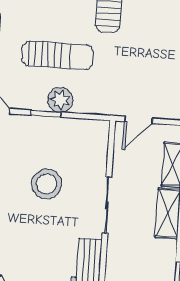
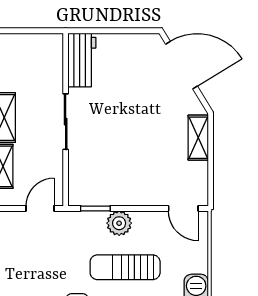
window: (46, 114) -> (95, 208), moved
stool: (47, 184) -> (127, 139), removed

